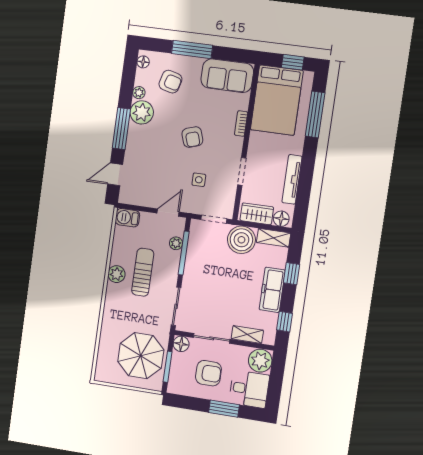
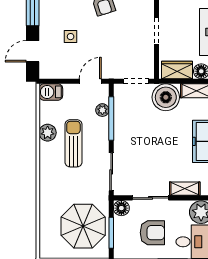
side table: (199, 180) -> (71, 37), moved
plant: (116, 274) -> (48, 133), moved

